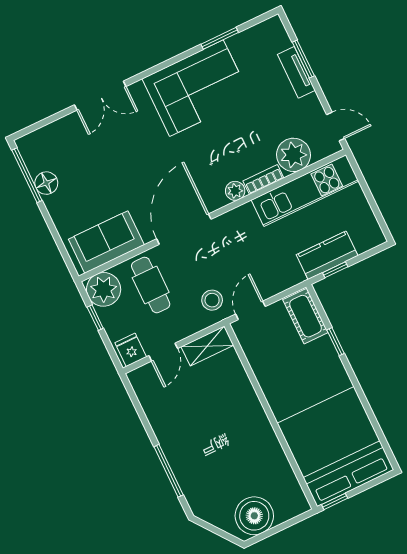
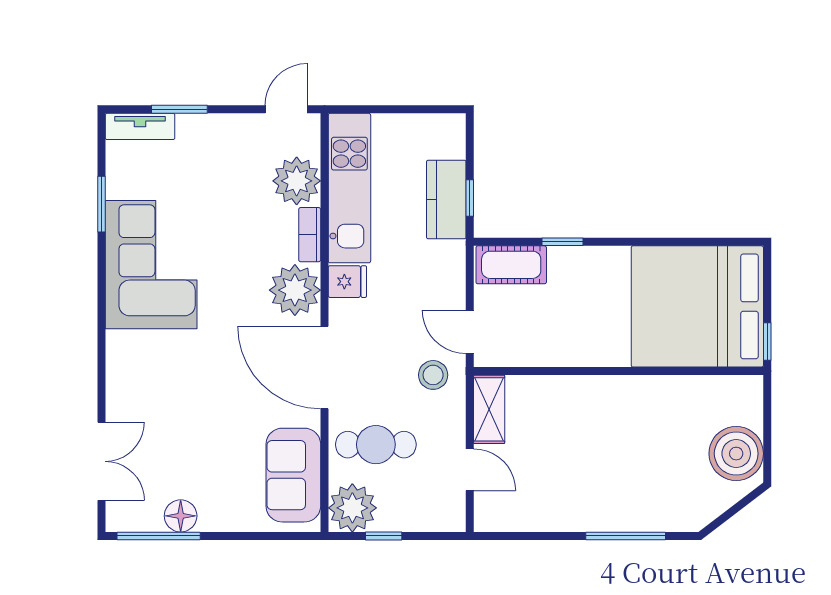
tv unit: (296, 72) -> (140, 126), moved
double door: (100, 96) -> (101, 461), moved
plant: (235, 191) -> (295, 290), width x1.88, depth x1.88
fridge: (131, 350) -> (347, 282), moved, turned 180

